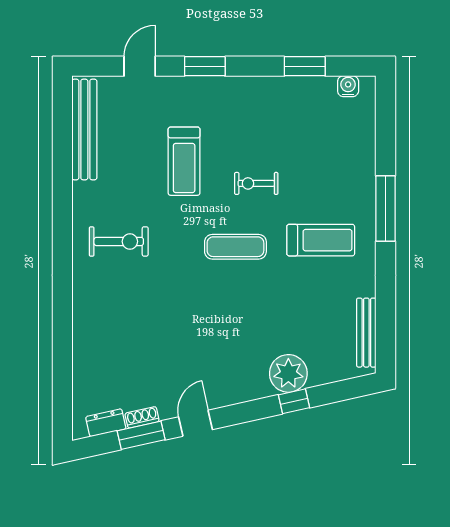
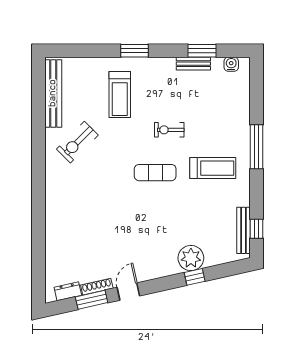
door: (140, 66) -> (91, 51), removed
bench: (292, 85) -> (193, 64), added
treadmill: (184, 161) -> (120, 95), moved
exercise bike: (119, 241) -> (77, 142), moved, turned 135
window: (386, 330) -> (256, 229), added
shoe rack: (142, 417) -> (97, 287), width x1.43

